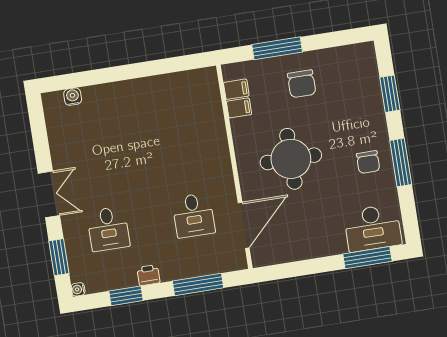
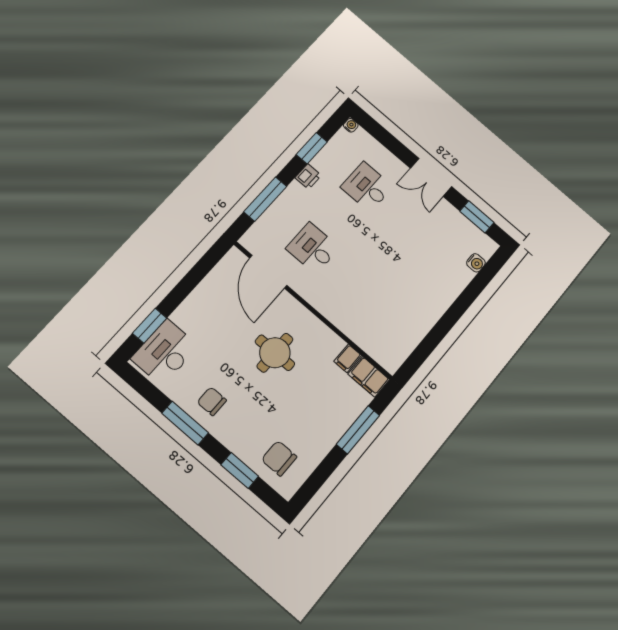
chair: (302, 84) -> (279, 458), moved
filing cabinet: (236, 89) -> (369, 377), width x2.00
round table: (291, 159) -> (275, 353), width x0.73, depth x0.73
window: (59, 257) -> (477, 217), moved
window: (367, 258) -> (150, 326), width x0.69

